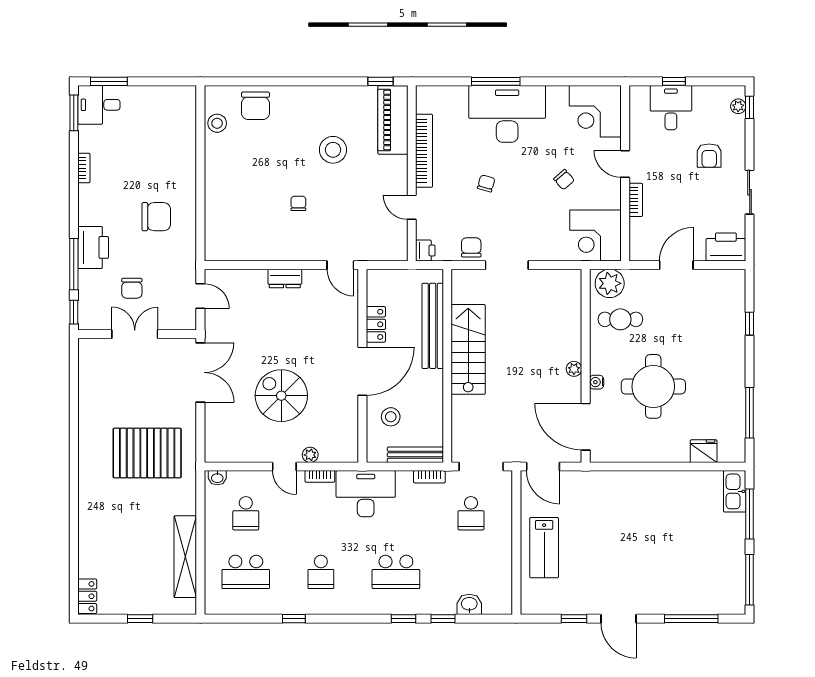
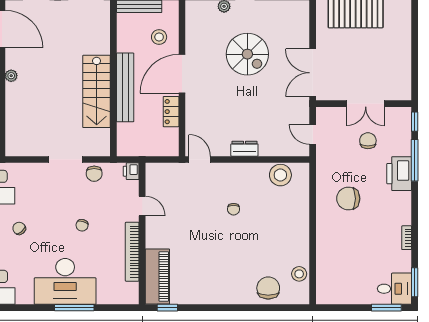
stool: (333, 150) -> (280, 175), moved
bench: (433, 326) -> (125, 87), moved

